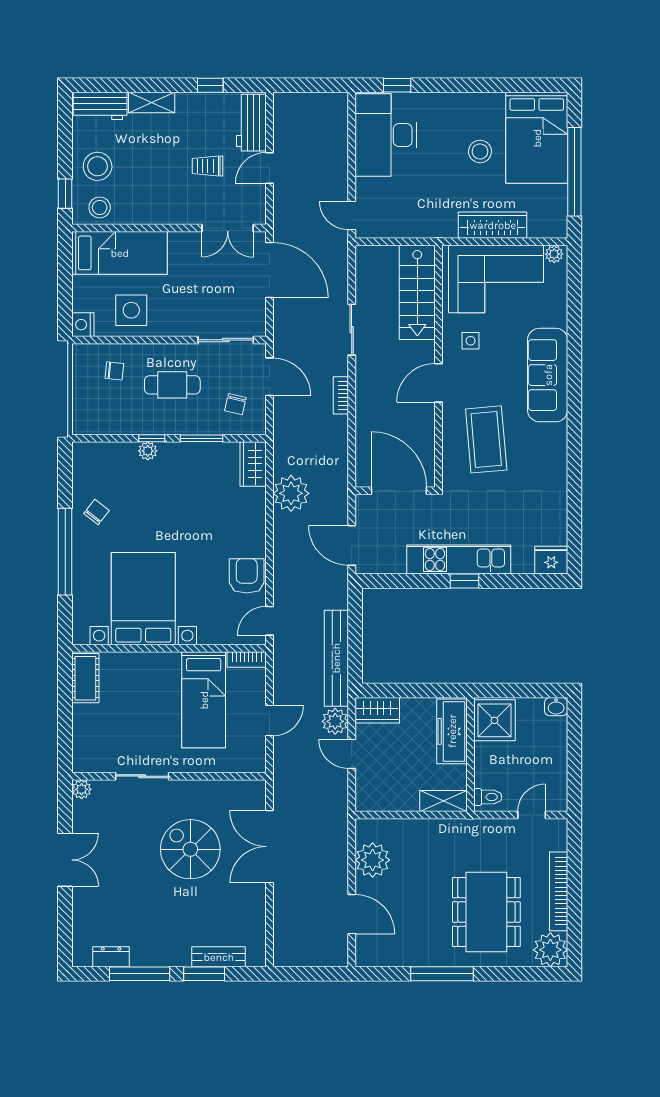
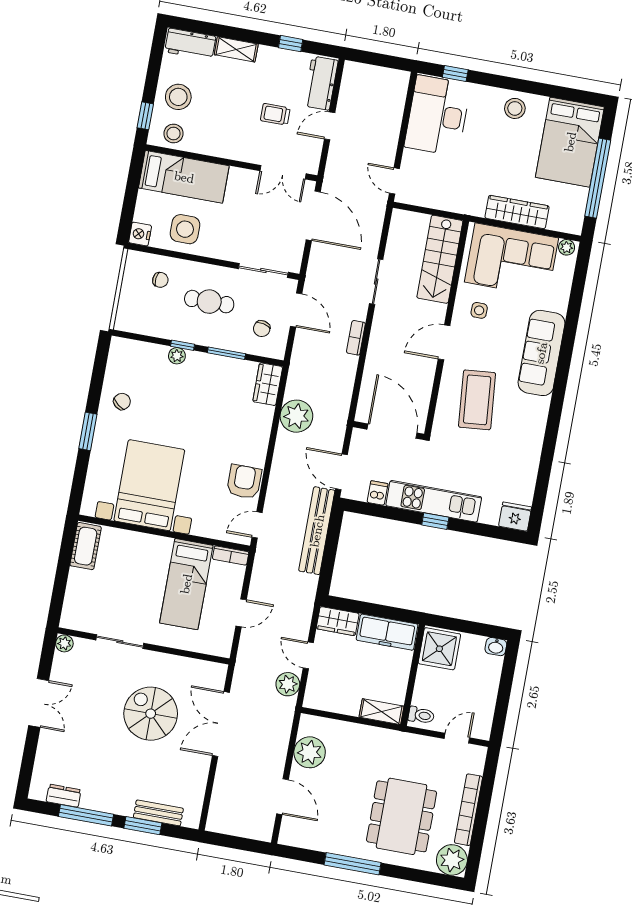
stool: (480, 151) -> (515, 108), moved
window: (65, 552) -> (88, 431), width x0.47
dishwasher: (395, 562) -> (377, 493), added
bench: (336, 658) -> (317, 531), moved
plant: (335, 721) -> (288, 684), moved
freezer: (452, 731) -> (387, 632), moved, turned -90

